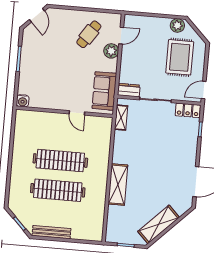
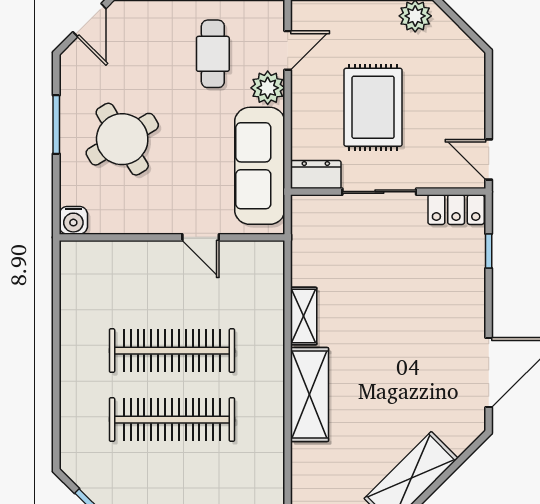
cafe table: (89, 34) -> (213, 54), turned -34
rug: (180, 57) -> (373, 107), moved
round table: (47, 68) -> (122, 139), added
door: (204, 90) -> (489, 160), hinge flipped
sofa: (104, 91) -> (260, 166), width x1.36
shelving: (121, 118) -> (304, 316), moved

